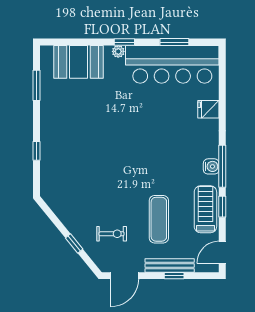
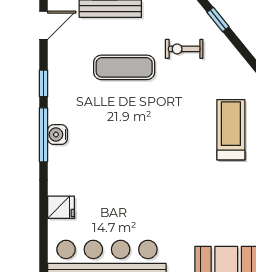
treadmill: (205, 209) -> (231, 130), moved, turned 180
exercise mat: (159, 219) -> (124, 67), turned 90
window: (74, 243) -> (218, 19), moved

